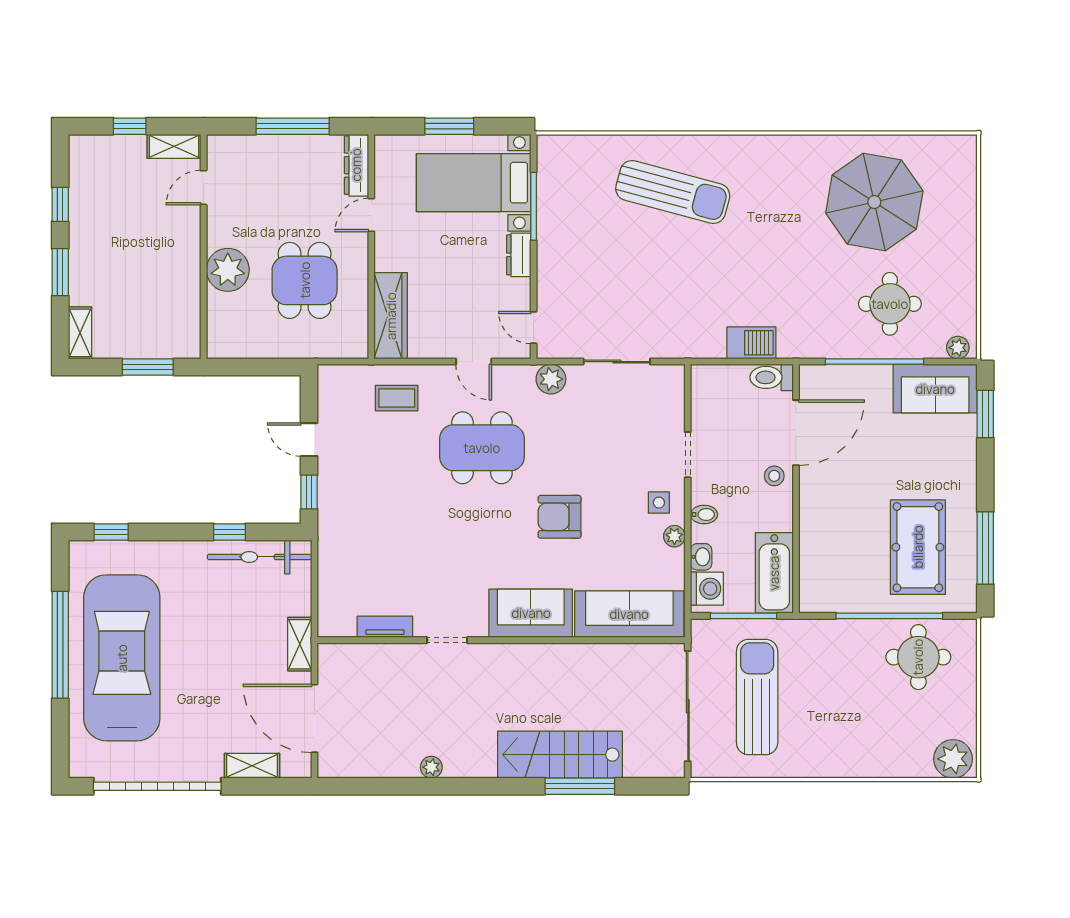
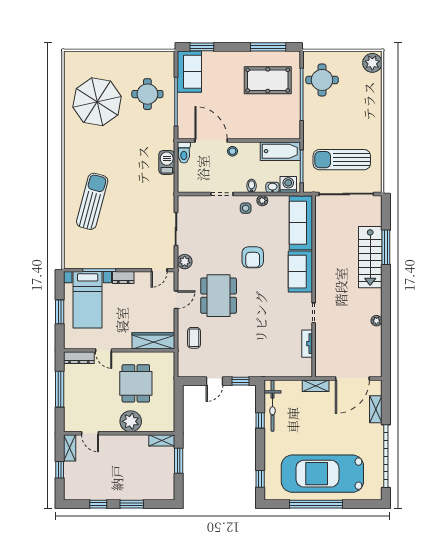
dining table: (305, 280) -> (136, 383), turned 90
shelving: (80, 333) -> (162, 440), moved
plant: (958, 348) -> (169, 60), removed

